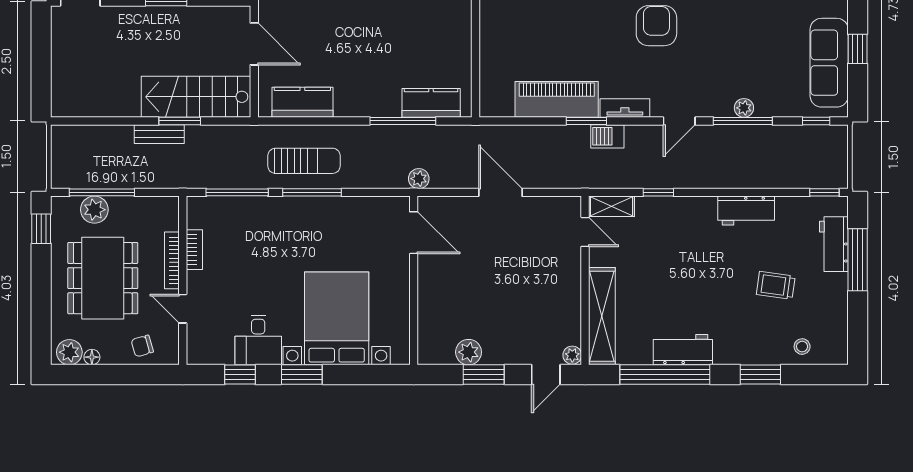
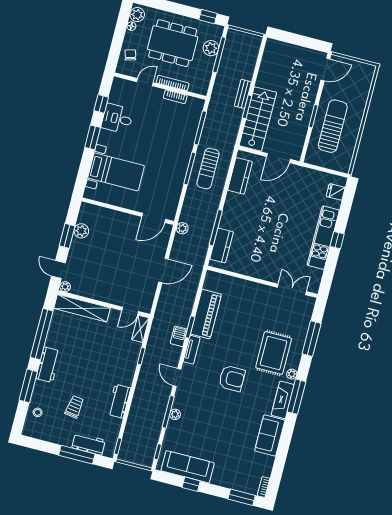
bed with nightstands: (337, 318) -> (116, 172), width x0.73
workbench: (683, 350) -> (48, 365), moved
window: (760, 374) -> (28, 386), width x1.44

